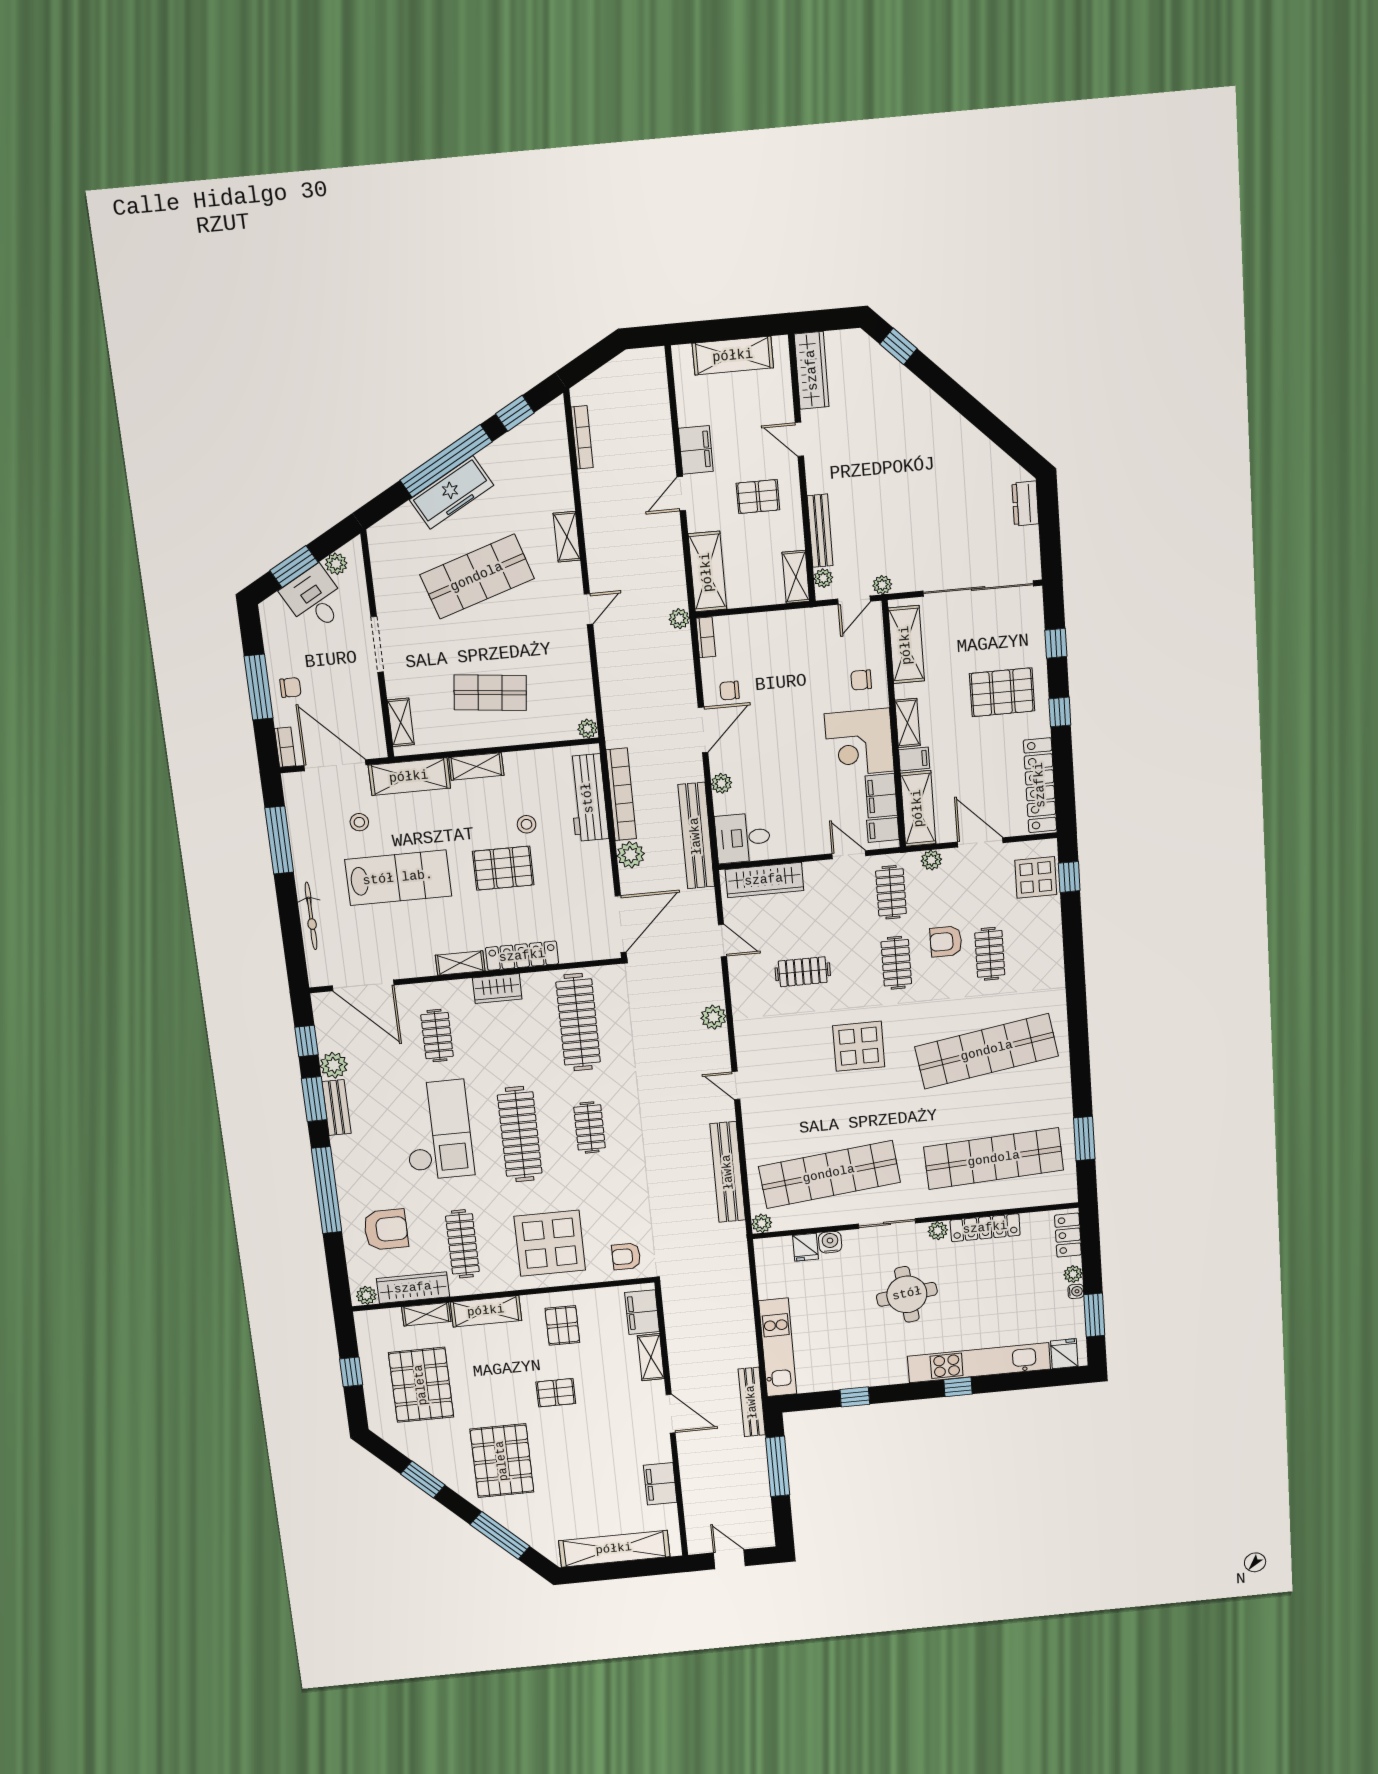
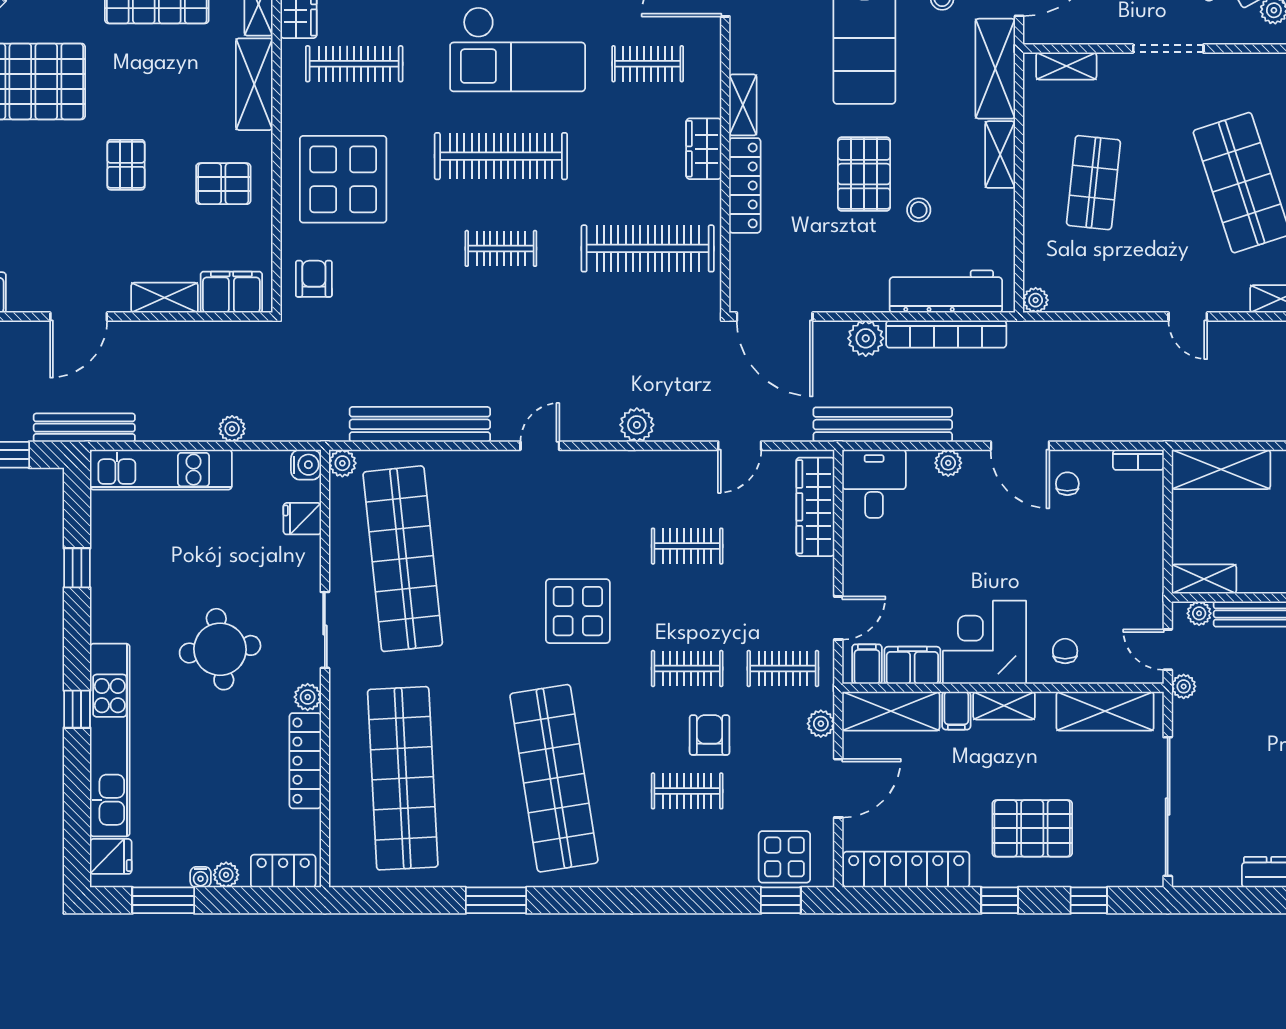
plant: (679, 619) -> (232, 429), moved
pallet: (1002, 692) -> (1032, 828), turned 90
clothes rail: (803, 972) -> (687, 546), turned 90
window: (1084, 1138) -> (496, 900), moved
water cooler: (830, 1242) -> (306, 465), moved

